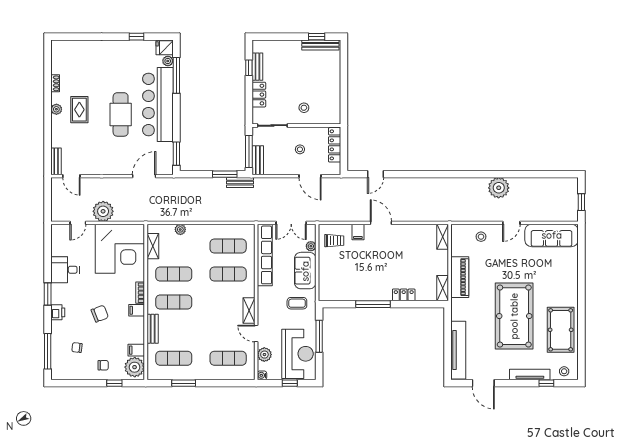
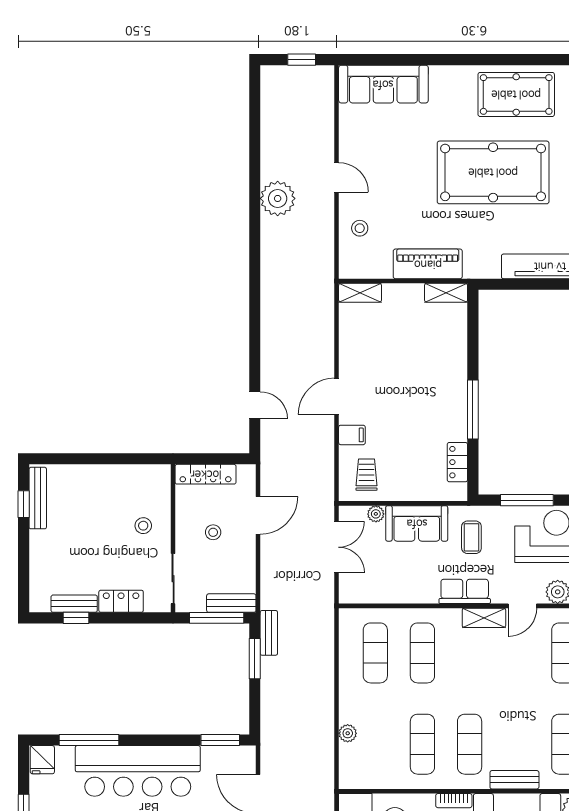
plant: (168, 61) -> (65, 754), removed
sofa: (552, 235) -> (383, 84), moved, turned 90
shelving: (153, 246) -> (376, 779), removed
row of seats: (265, 255) -> (465, 591), moved, width x0.50
locker: (404, 295) -> (457, 462), moved

